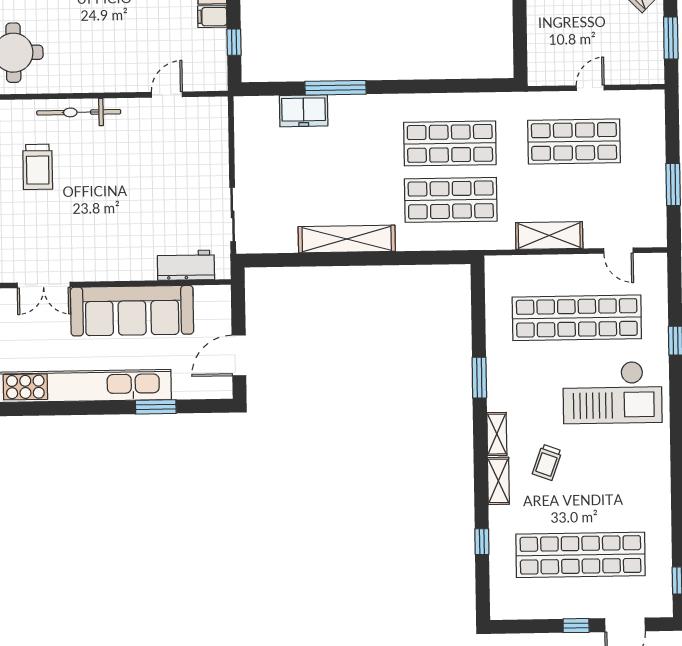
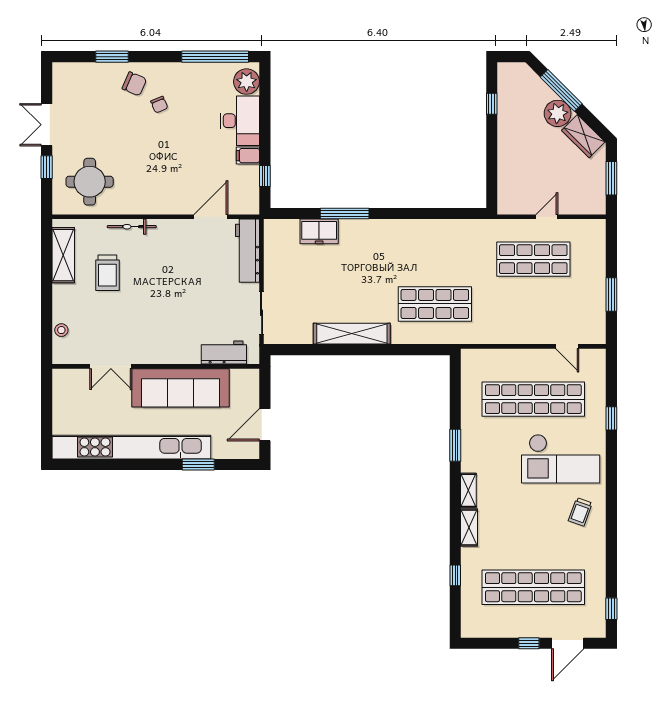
door: (167, 95) -> (211, 217), width x1.38
bicycle: (79, 112) -> (132, 227), width x0.73, depth x0.71
workbench: (214, 136) -> (247, 251), added
shop shelf: (450, 143) -> (435, 259), removed
shelving: (549, 236) -> (512, 334), removed
trolley: (547, 462) -> (580, 512), moved

